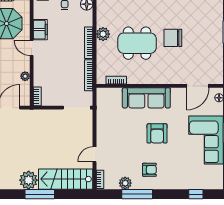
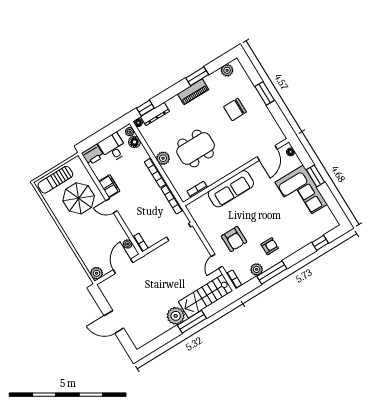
chair: (173, 38) -> (235, 109), moved
plant: (25, 76) -> (128, 244), moved
armchair: (157, 133) -> (234, 239), moved

